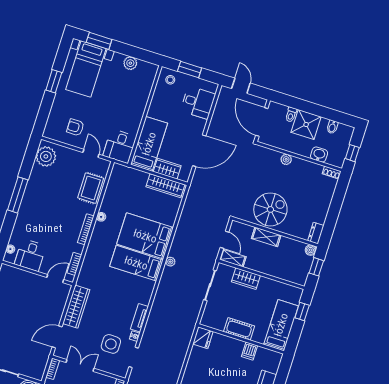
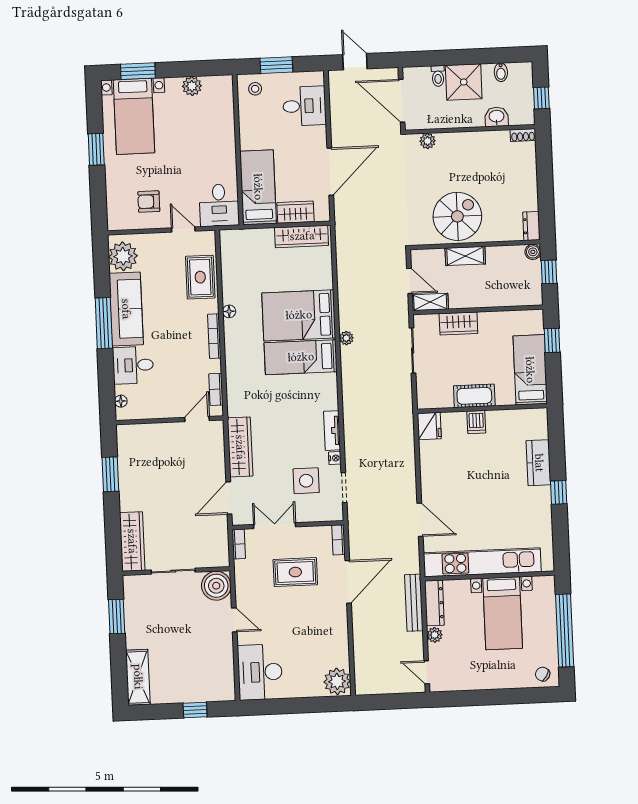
plant: (286, 159) -> (428, 141), moved
sofa: (36, 191) -> (126, 309), added
desk: (30, 255) -> (133, 365), moved, turned 90
dishwasher: (250, 351) -> (476, 422), moved

